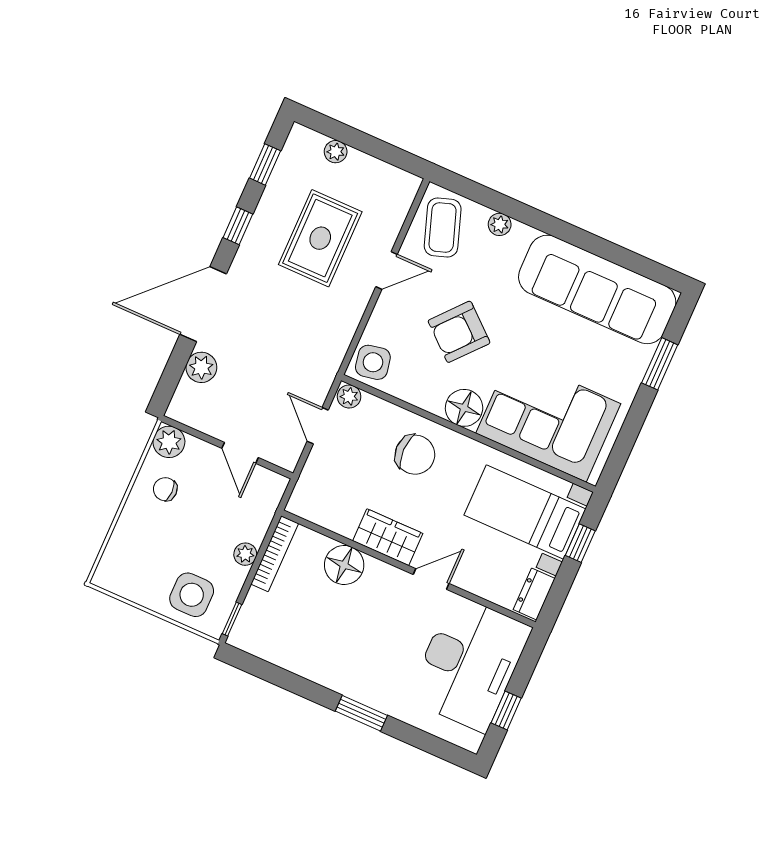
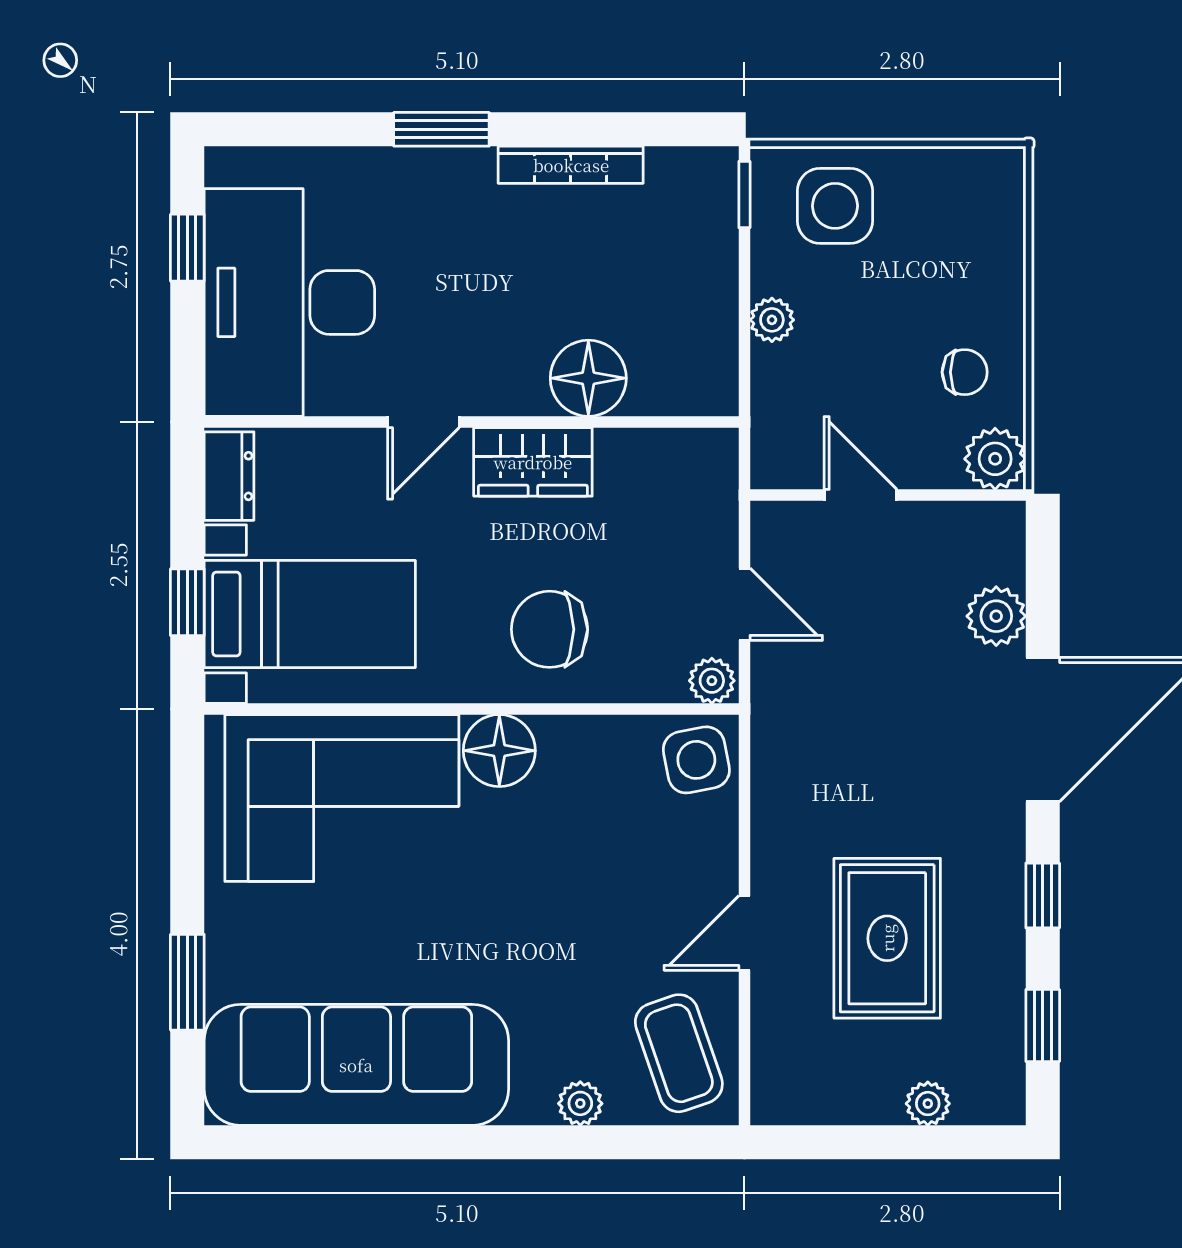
armchair: (459, 332) -> (568, 881), removed
bookcase: (275, 554) -> (571, 165), moved, turned -90

